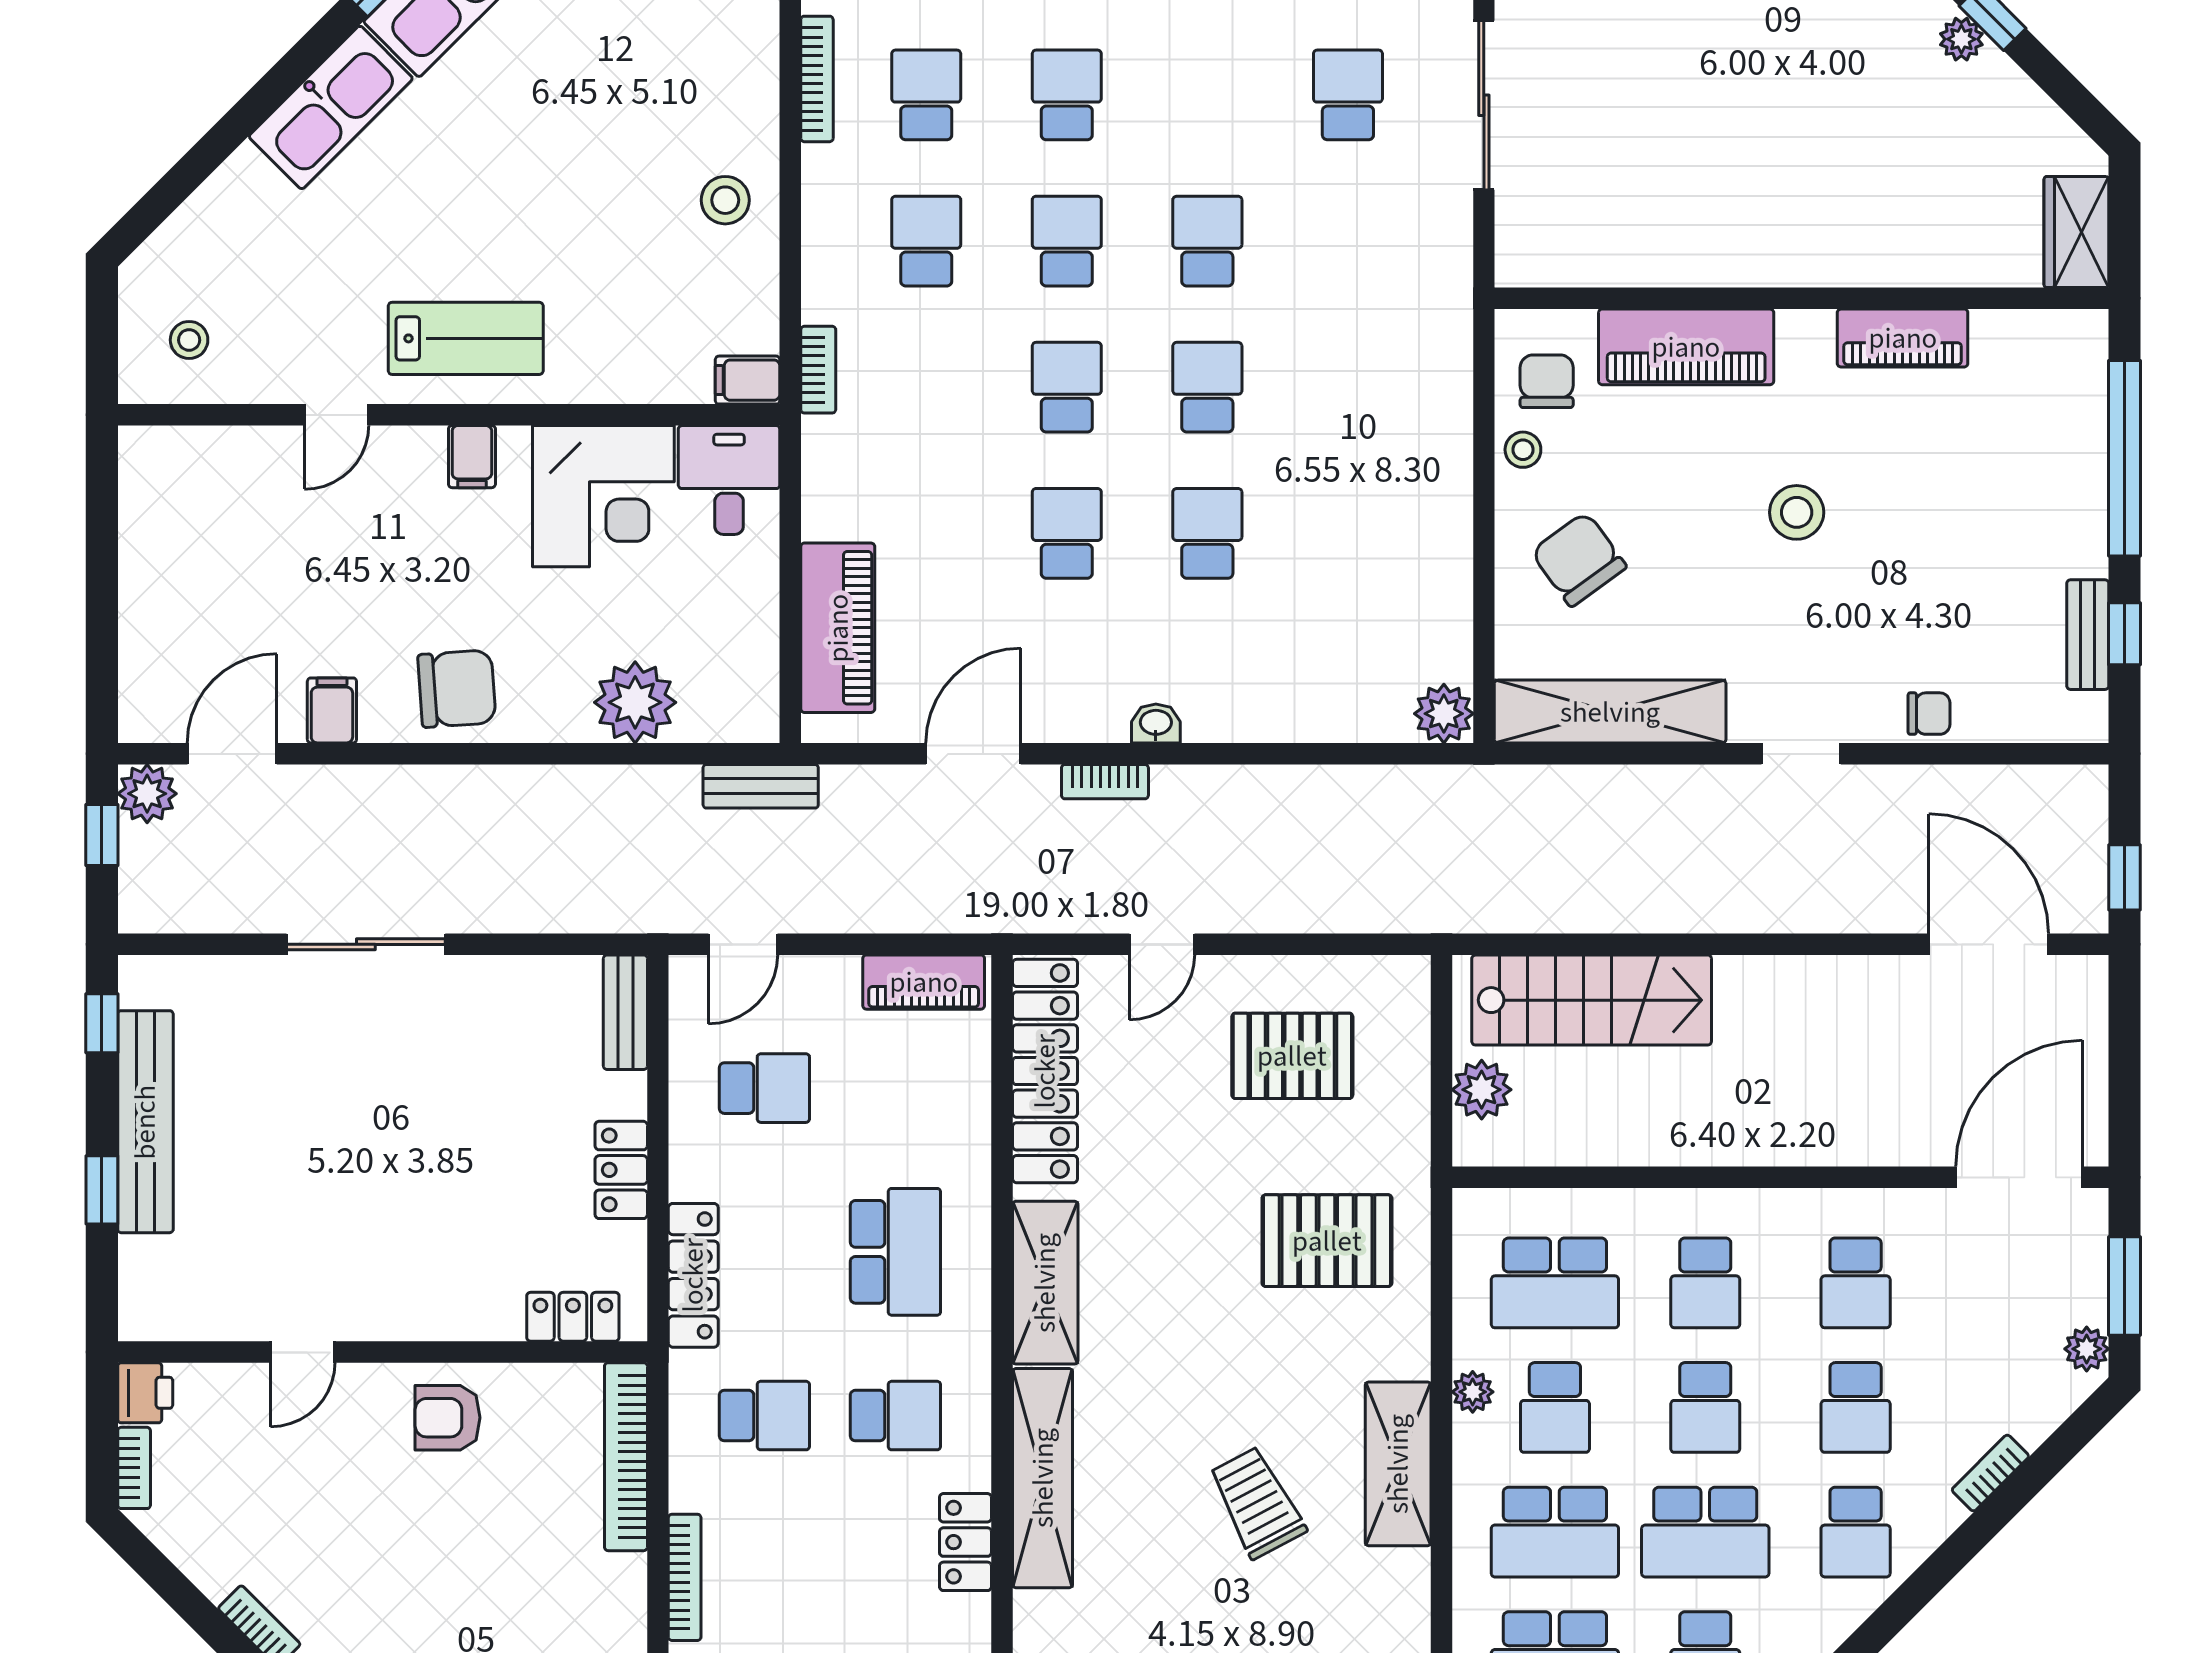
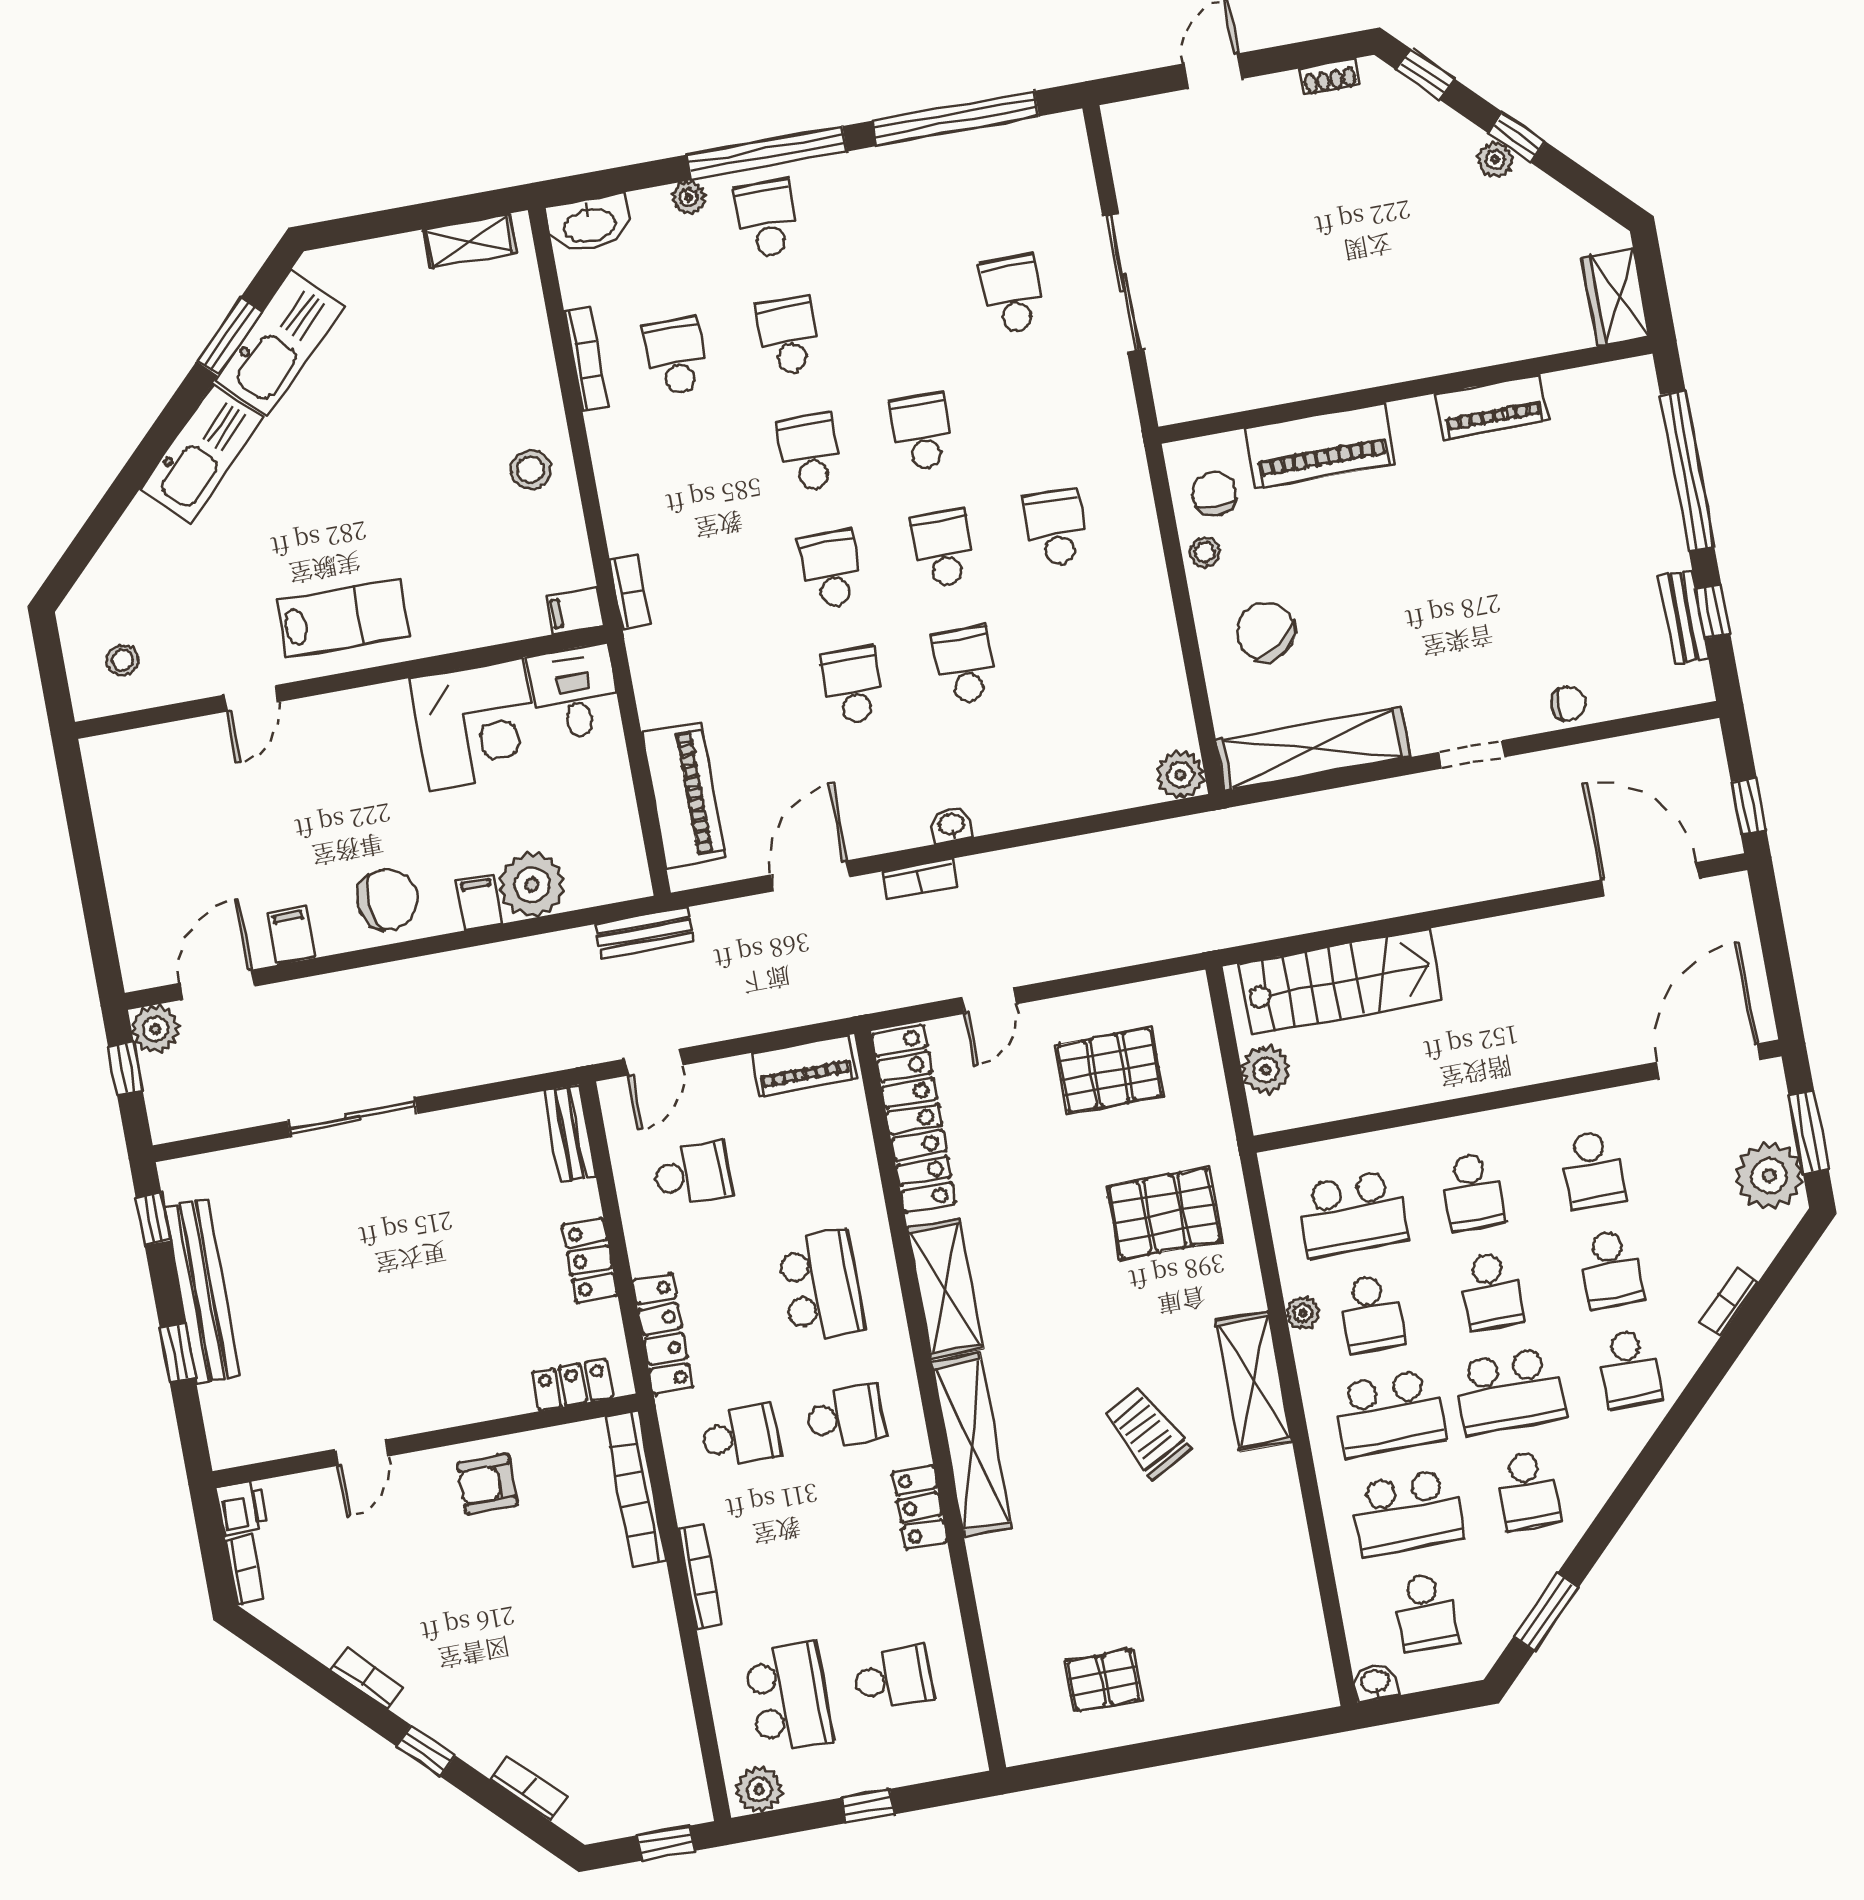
school desk: (926, 241) -> (1056, 528), moved
filing cabinet: (472, 457) -> (479, 902), moved, turned 180
stool: (1797, 512) -> (1433, 562), removed
plant: (2087, 1349) -> (1769, 1176), width x1.87, depth x1.87

